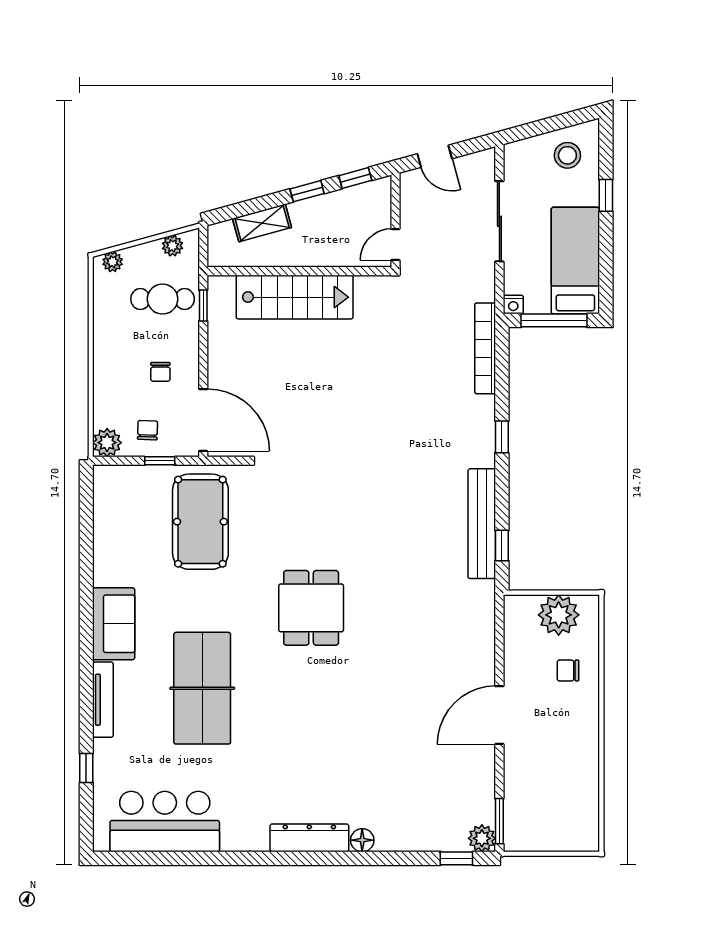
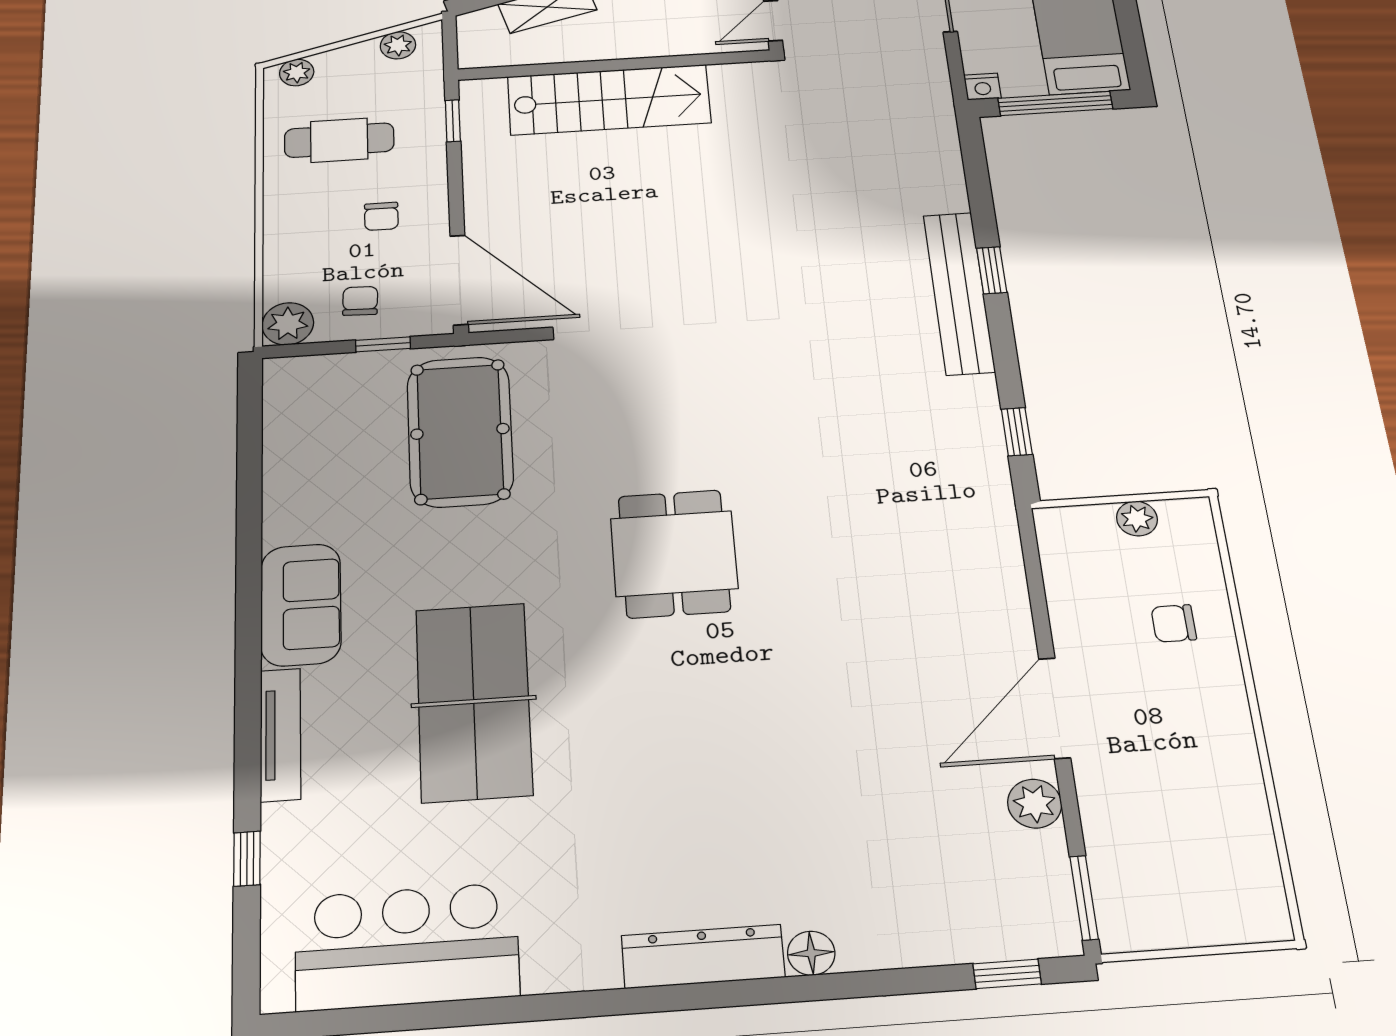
cafe table: (163, 299) -> (339, 140), moved
bookcase: (485, 348) -> (943, 148), removed
bench: (482, 524) -> (959, 293), moved
plant: (559, 615) -> (1137, 519), width x0.53, depth x0.53
plant: (482, 838) -> (1035, 804), moved

